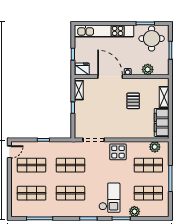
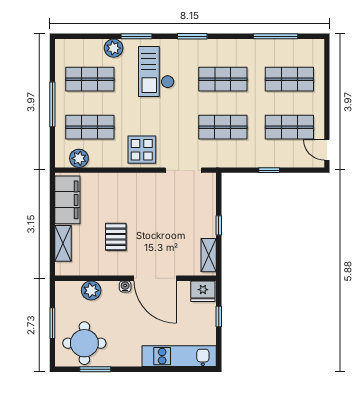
kitchen unit: (104, 31) -> (179, 356), width x0.73
door: (9, 152) -> (327, 150), hinge flipped

